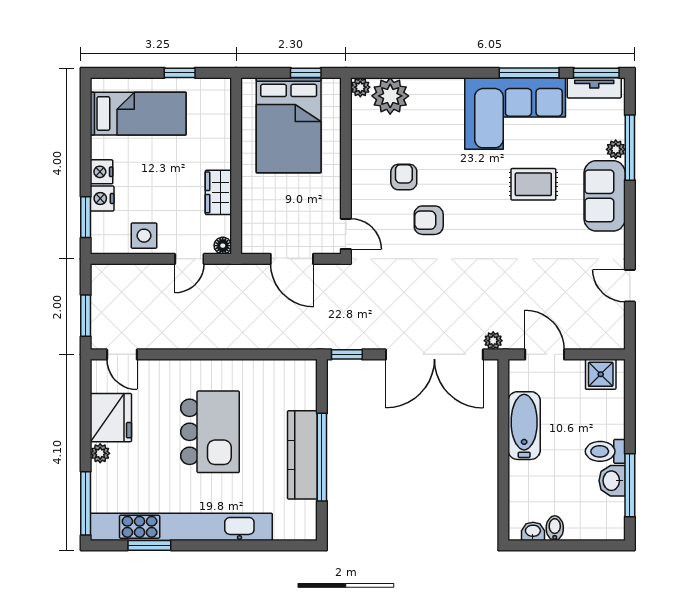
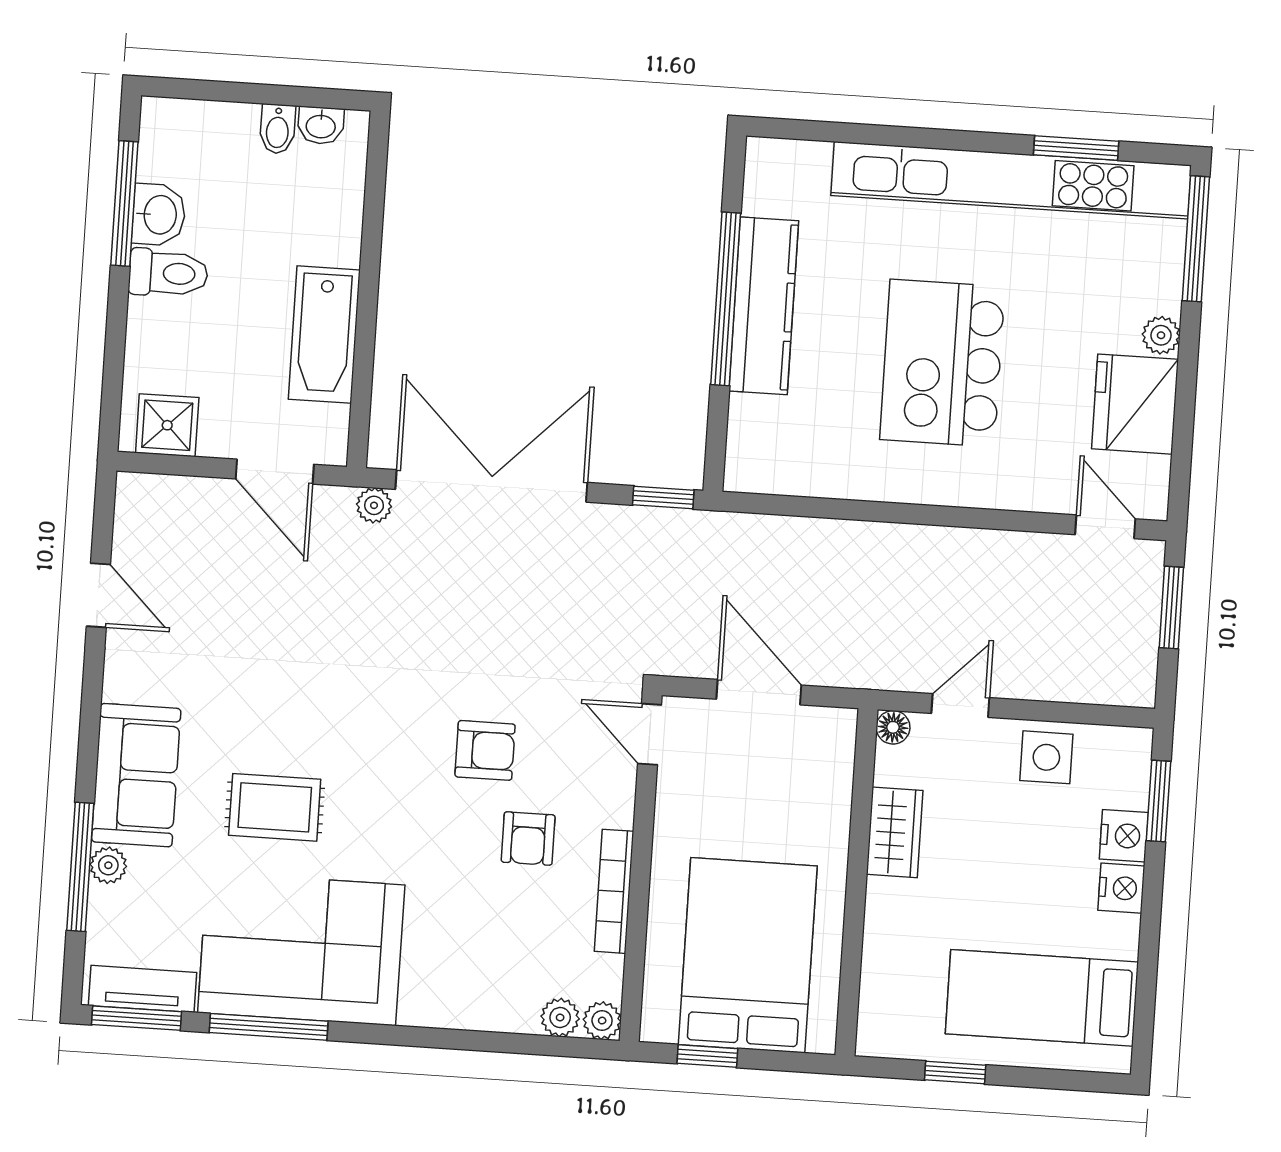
plant: (390, 96) -> (560, 1018), width x0.53, depth x0.53
bookcase: (359, 153) -> (614, 891), added

